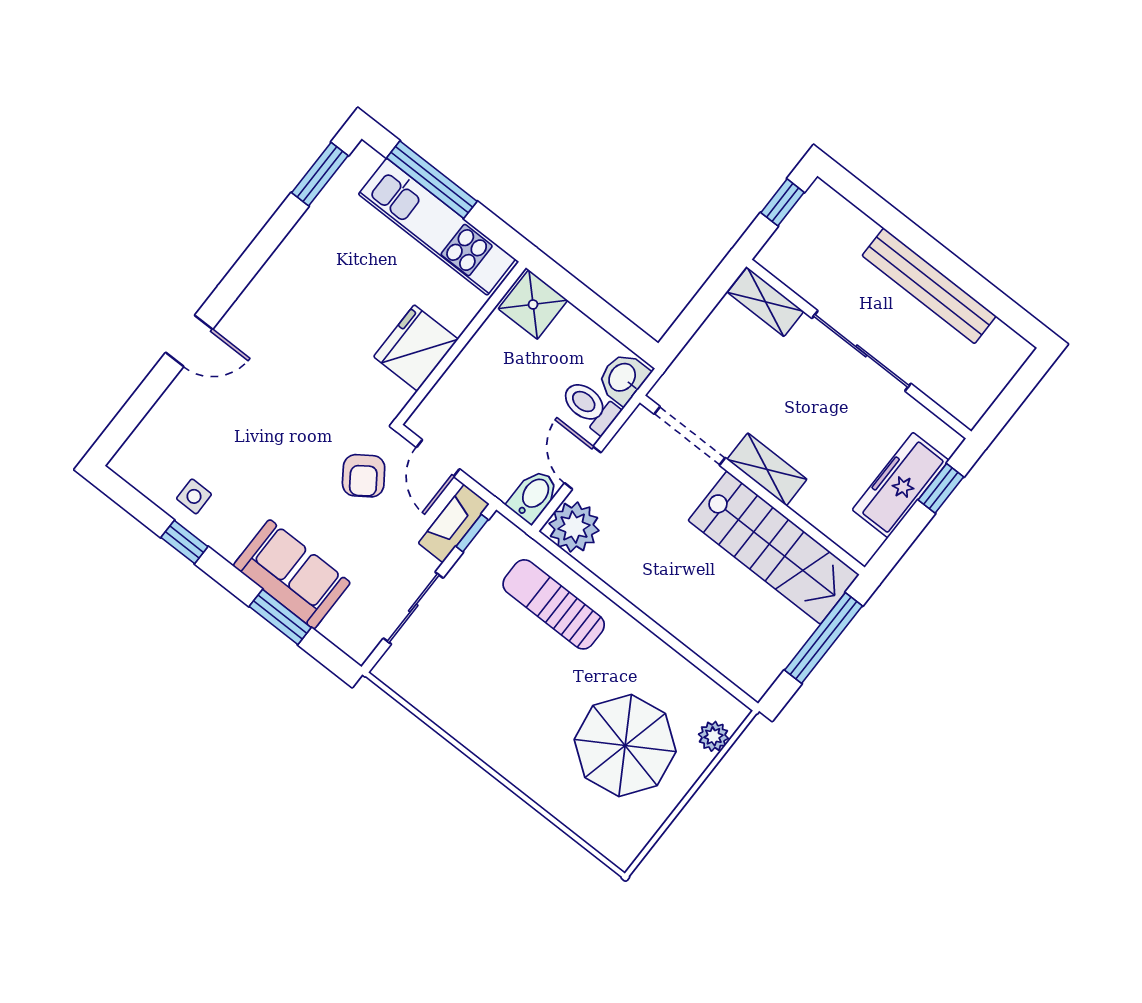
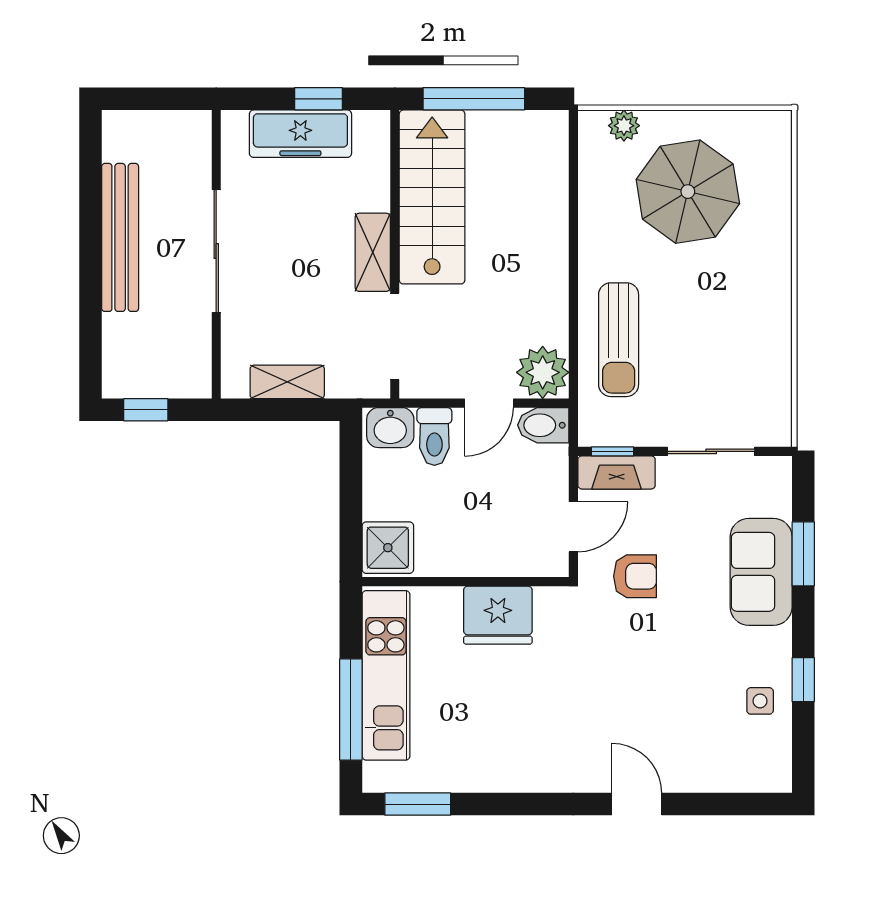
shelving: (766, 302) -> (287, 382), moved, turned 90
armchair: (364, 476) -> (635, 576), turned 35
window: (941, 488) -> (319, 99), moved

